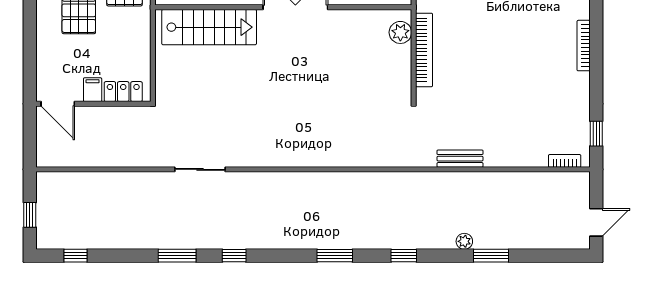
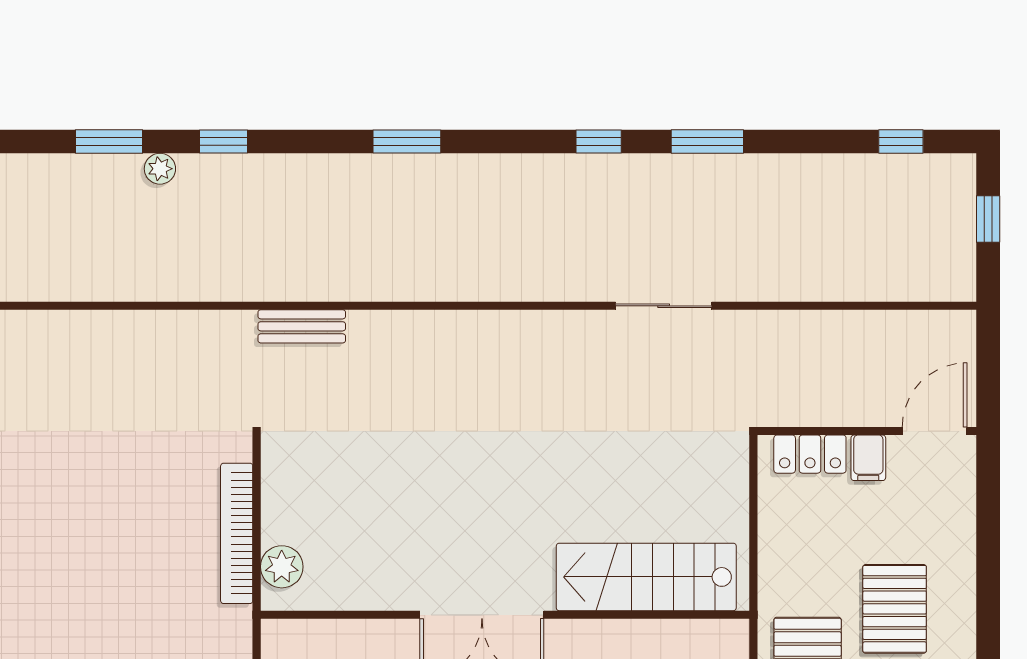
door: (58, 104) -> (935, 431), hinge flipped
bench: (460, 159) -> (302, 326), moved
window: (404, 256) -> (223, 141), moved

